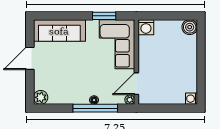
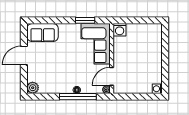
boiler: (190, 27) -> (156, 30), removed
sofa: (59, 31) -> (43, 33), width x0.73

